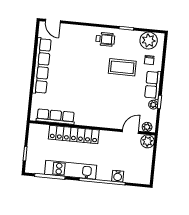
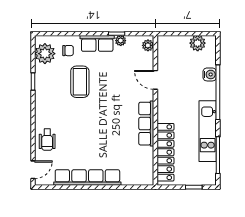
wheelchair: (105, 39) -> (47, 140), moved, turned 180
row of seats: (56, 117) -> (146, 124), moved
door: (130, 132) -> (155, 80), moved
locker: (74, 135) -> (165, 152), moved
plant: (147, 141) -> (198, 43), moved

